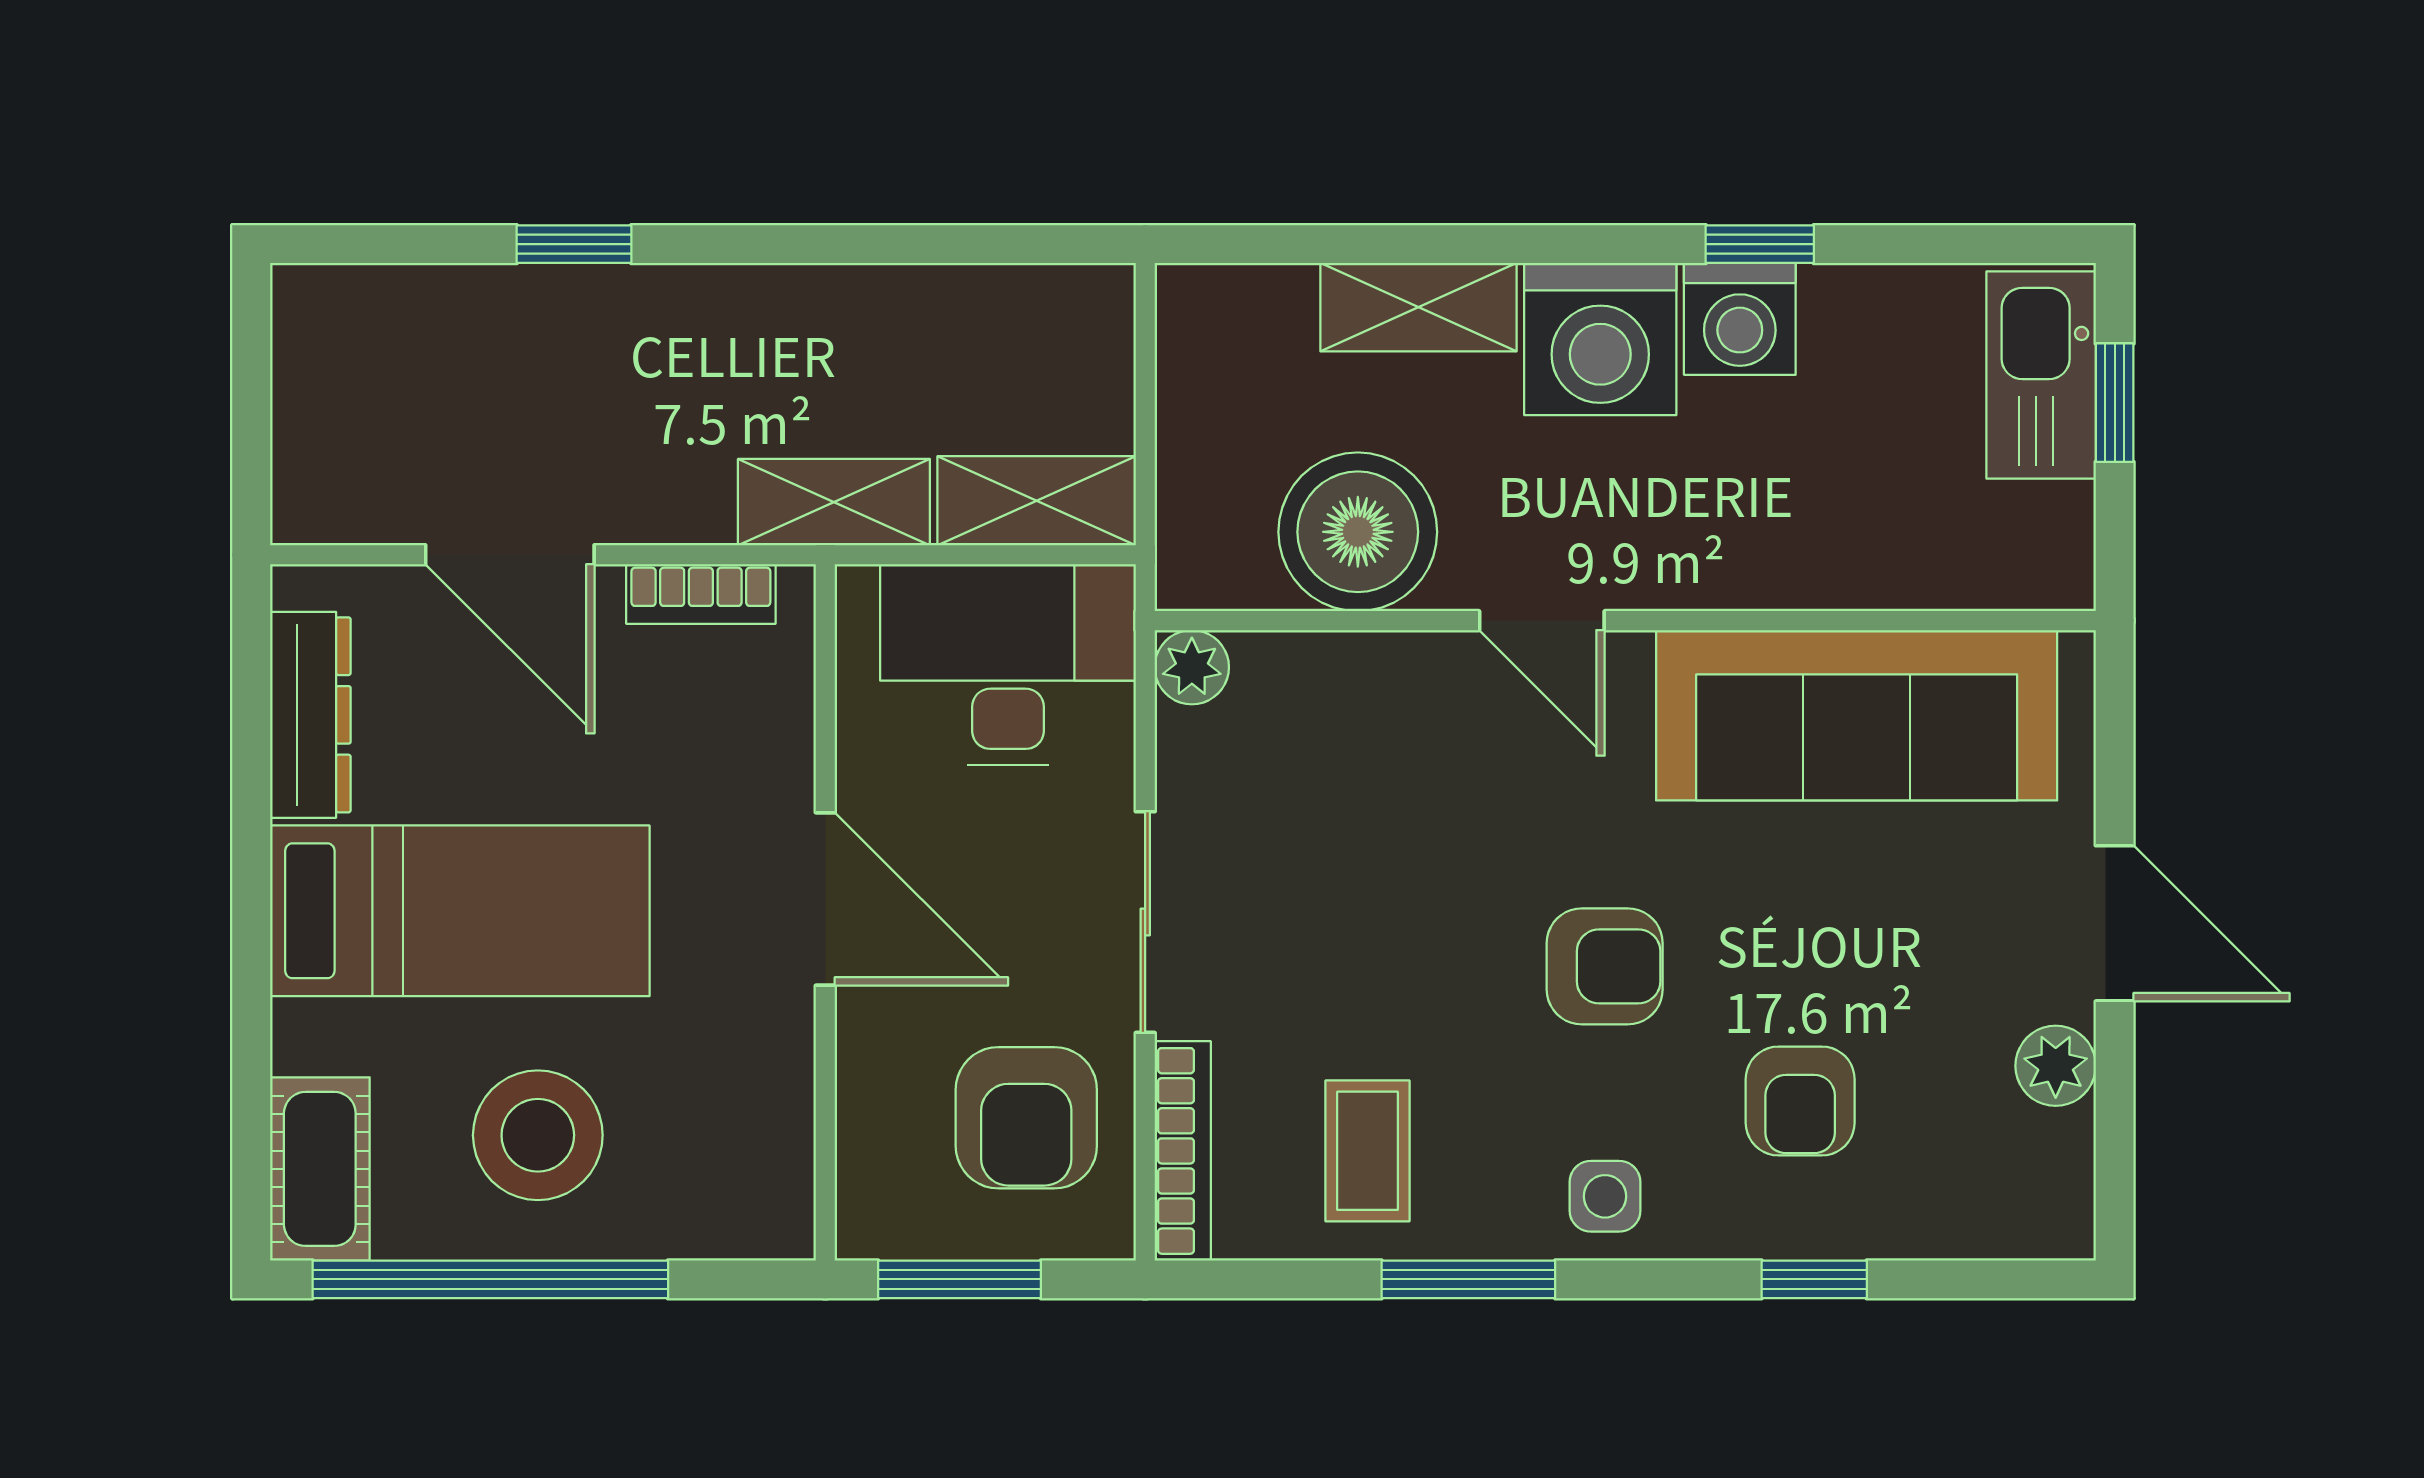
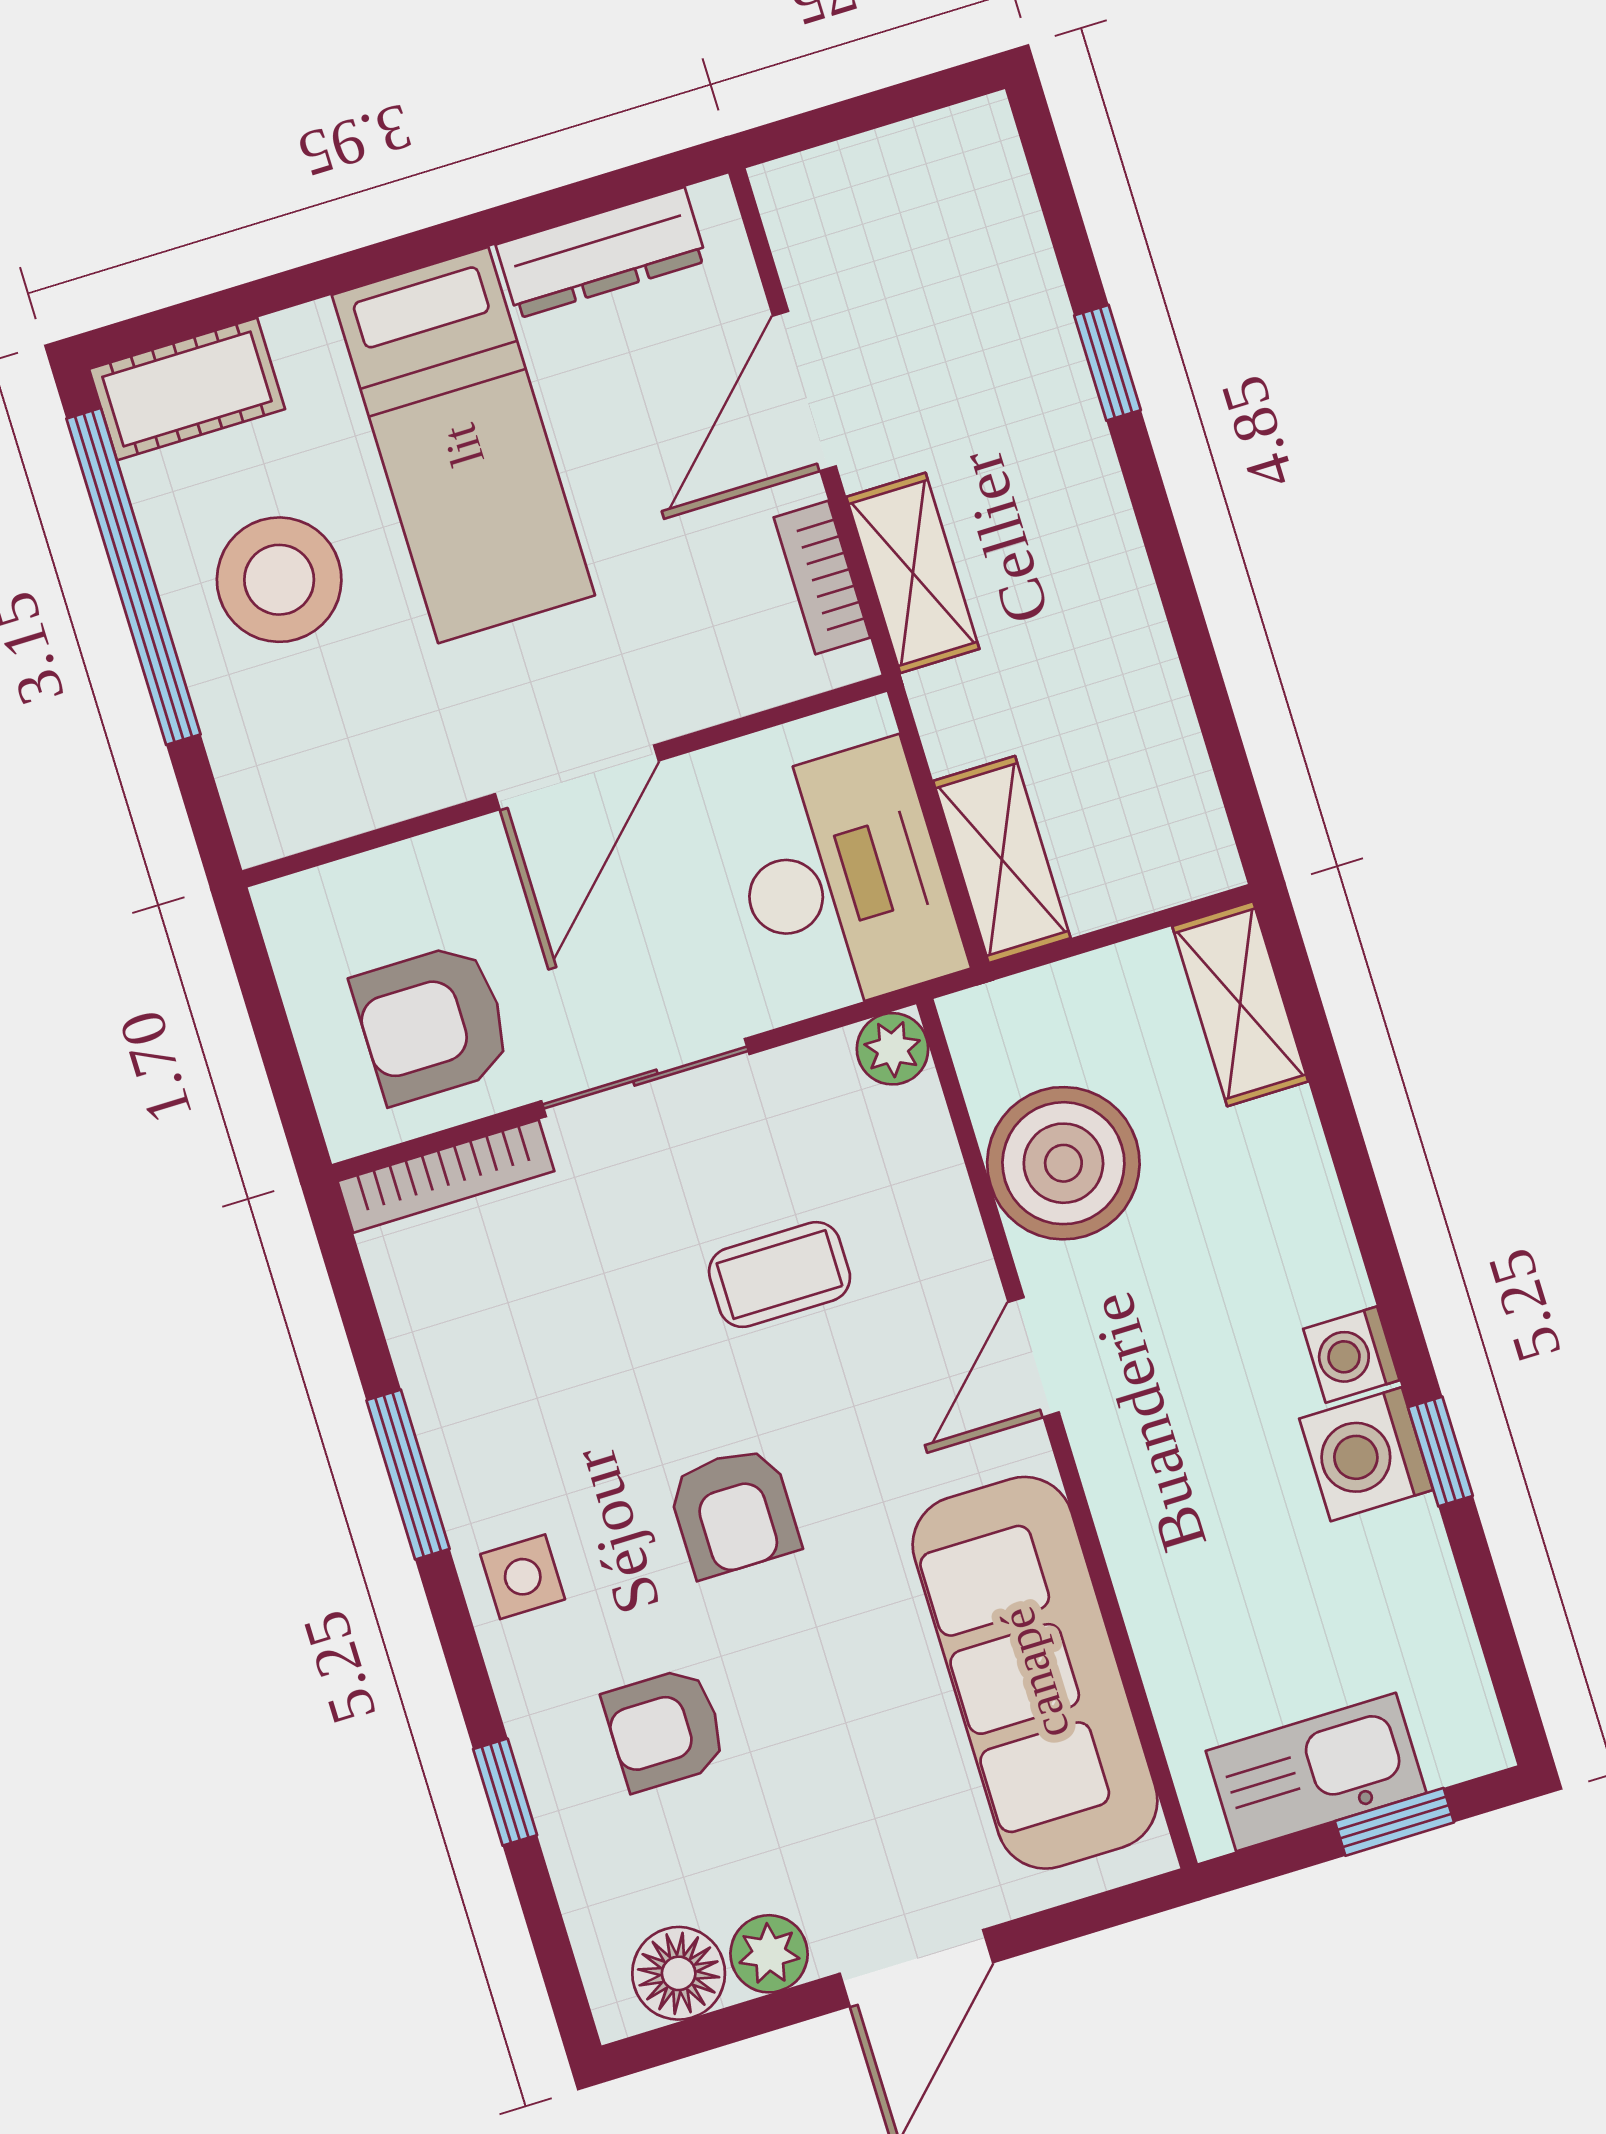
shelving: (1418, 307) -> (1240, 1004), moved
washing machine: (1600, 339) -> (1351, 1355), width x0.53, depth x0.53
kitchen sink: (2041, 375) -> (1316, 1772), moved
shelving: (834, 502) -> (913, 573), moved
coffee table: (1367, 1151) -> (780, 1275), moved
floor lamp: (2047, 1162) -> (679, 1973), added
window: (959, 1279) -> (265, 1007), removed

